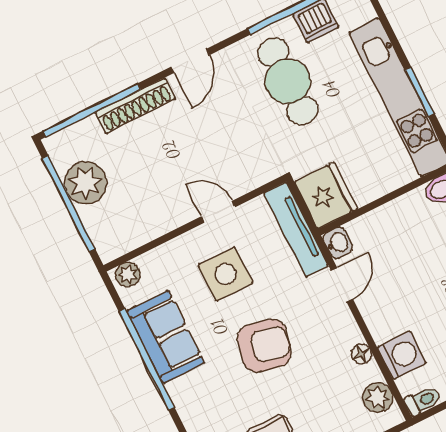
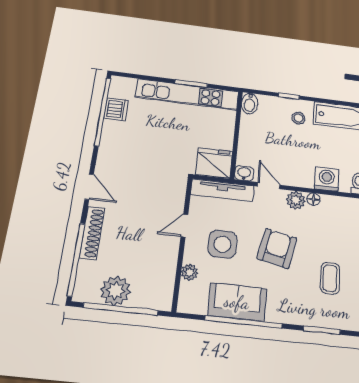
cafe table: (288, 81) -> (138, 143), removed
plant: (128, 275) -> (190, 272), moved
plant: (378, 397) -> (296, 200), moved

